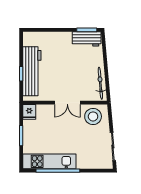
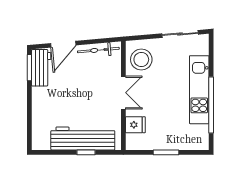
door: (105, 56) -> (63, 44), added
fridge: (29, 112) -> (135, 125), moved
kitchen unit: (49, 161) -> (199, 90), moved

